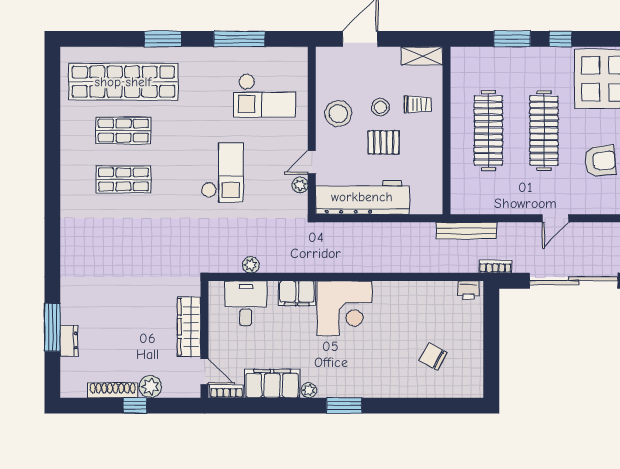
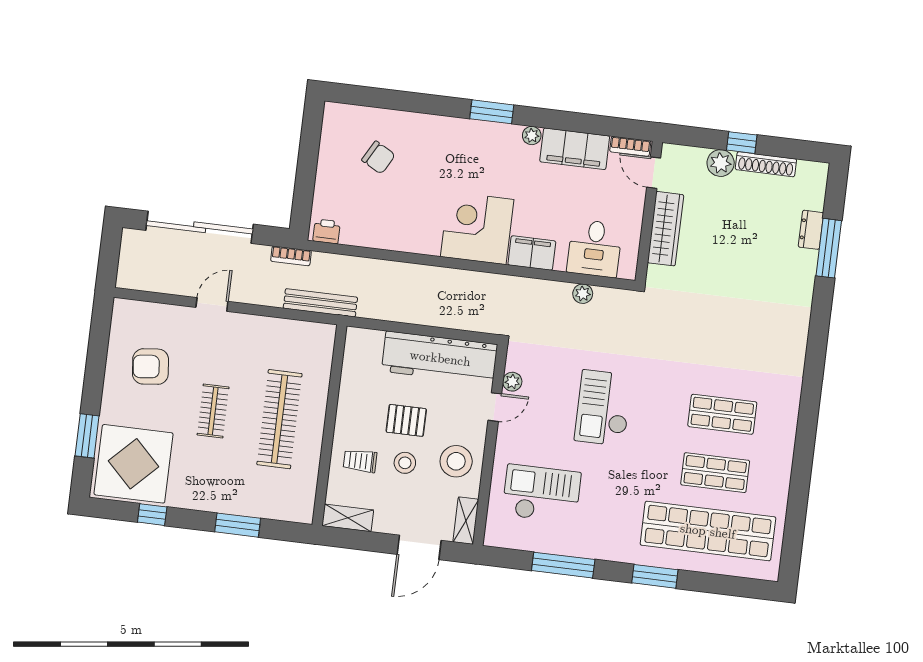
window: (560, 39) -> (152, 515), moved
shelving: (324, 66) -> (466, 521), added
clothes rail: (544, 131) -> (213, 411), width x0.54, depth x0.76

